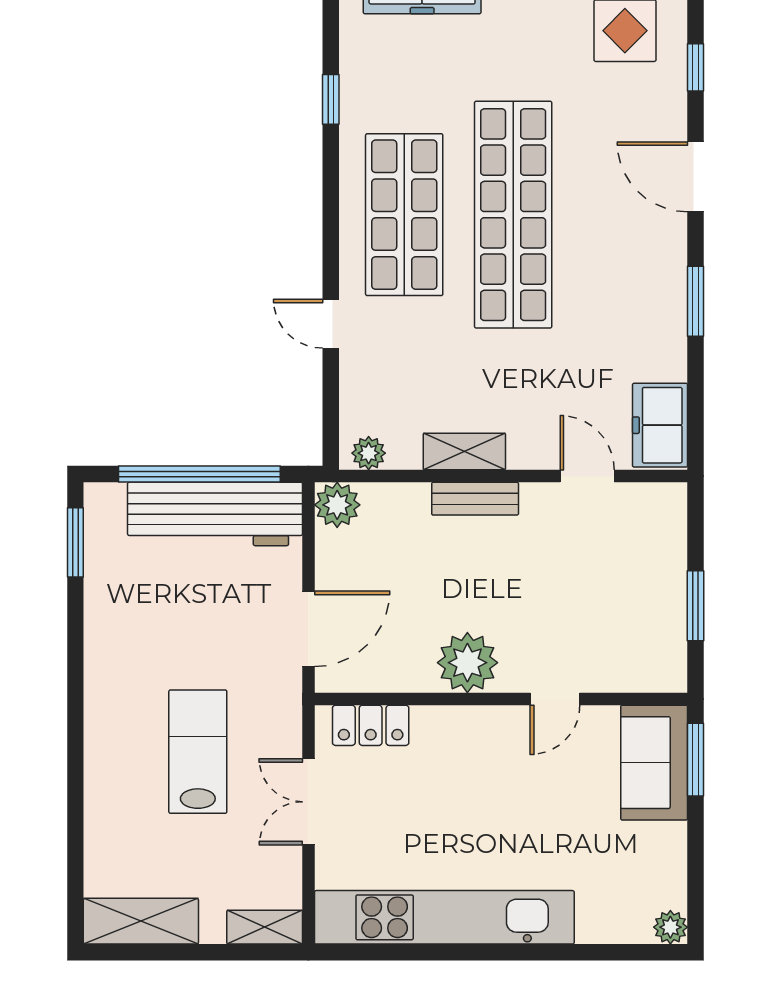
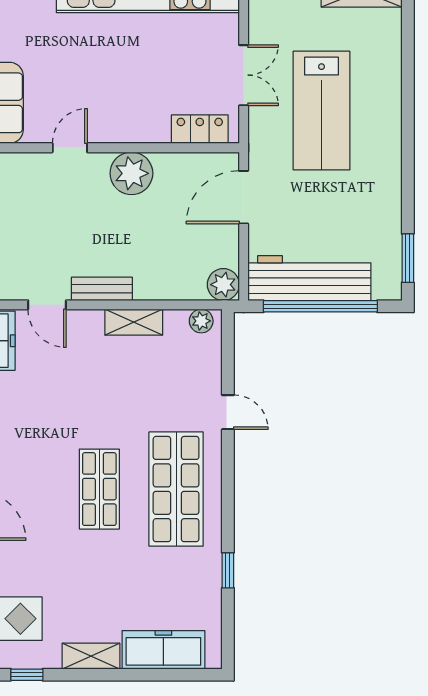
shop shelf: (513, 215) -> (99, 489), width x0.50, depth x0.74
bench: (475, 499) -> (102, 289), moved
lab bench: (198, 752) -> (322, 111), width x1.36, depth x1.39

